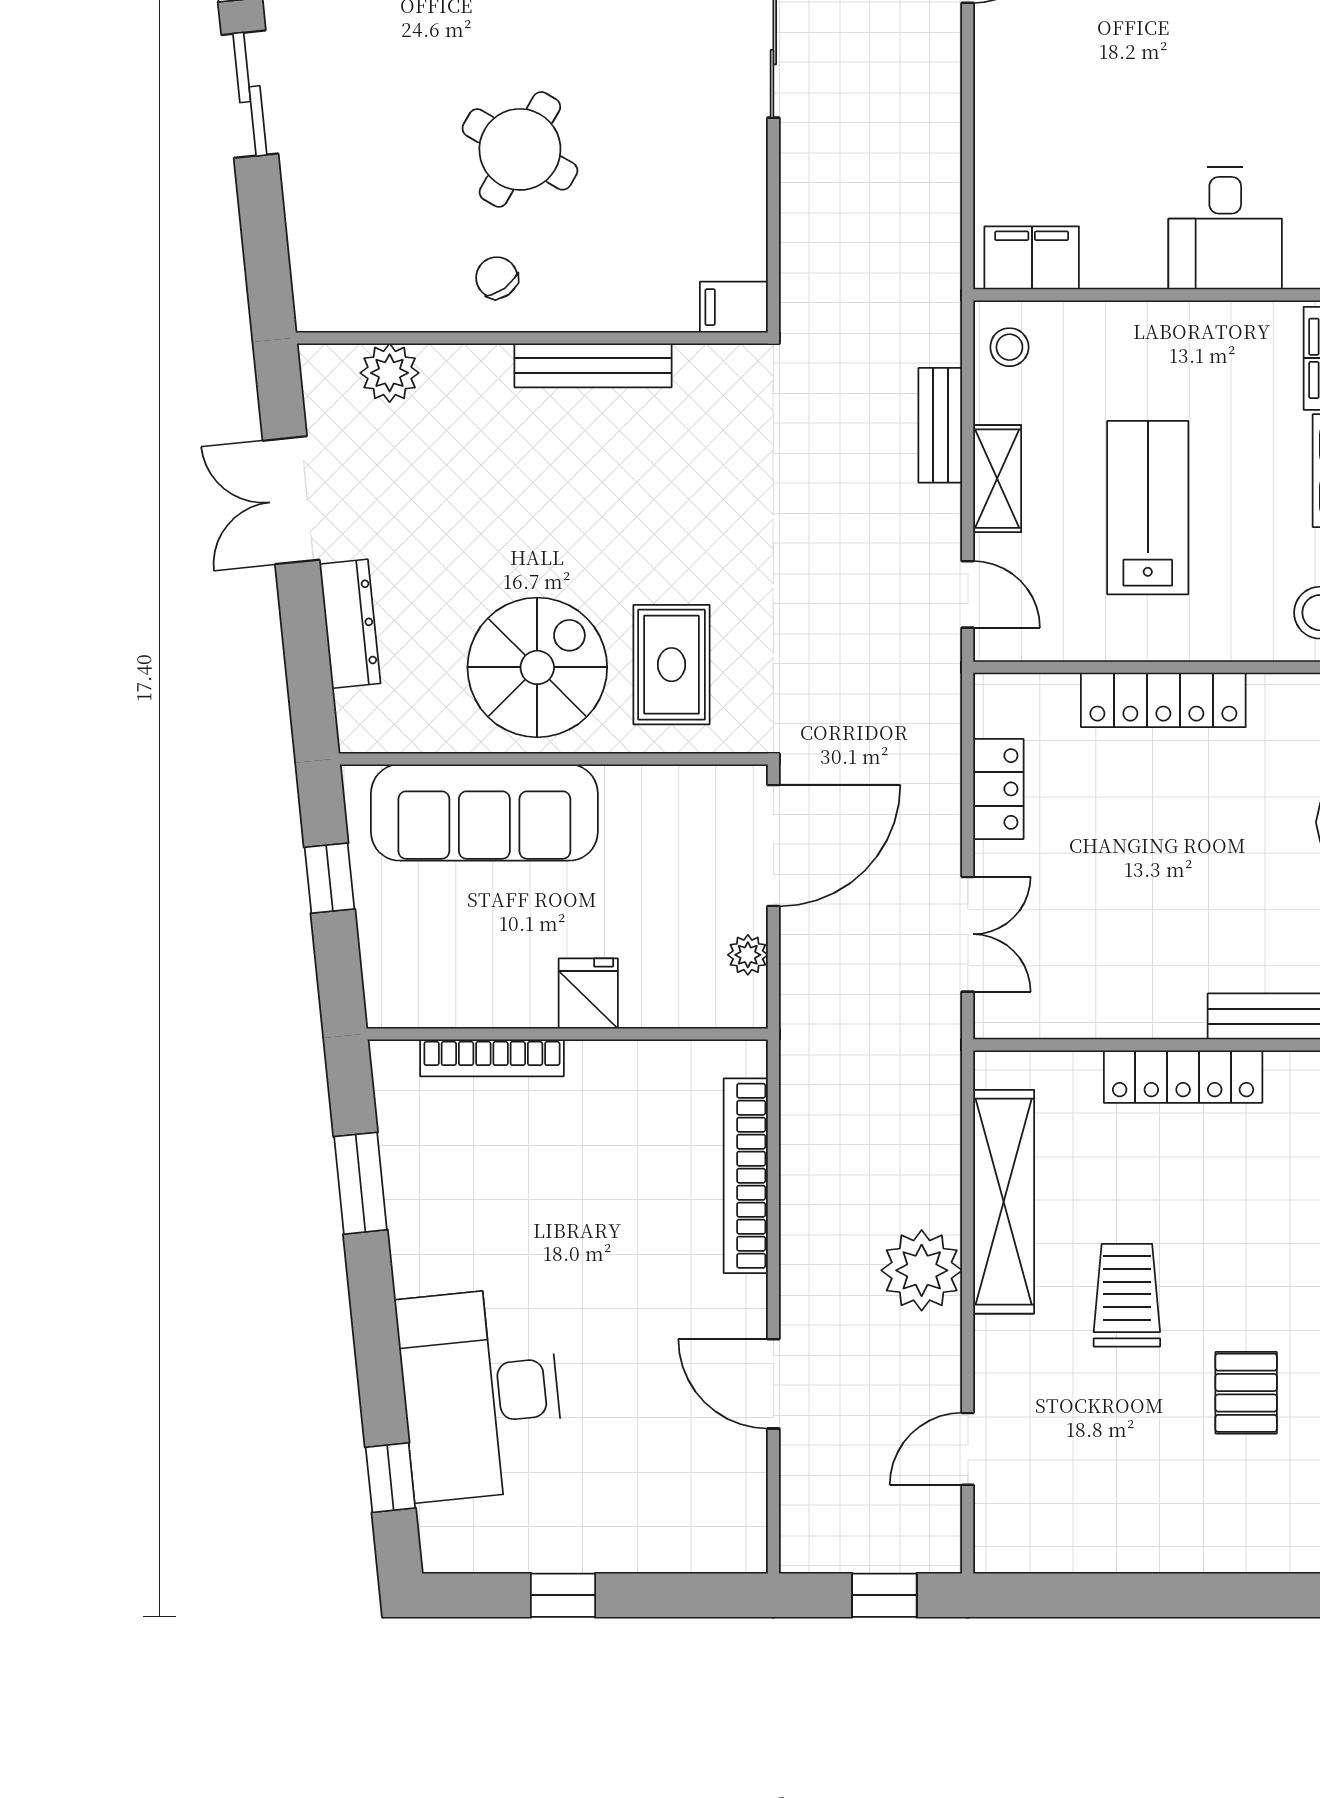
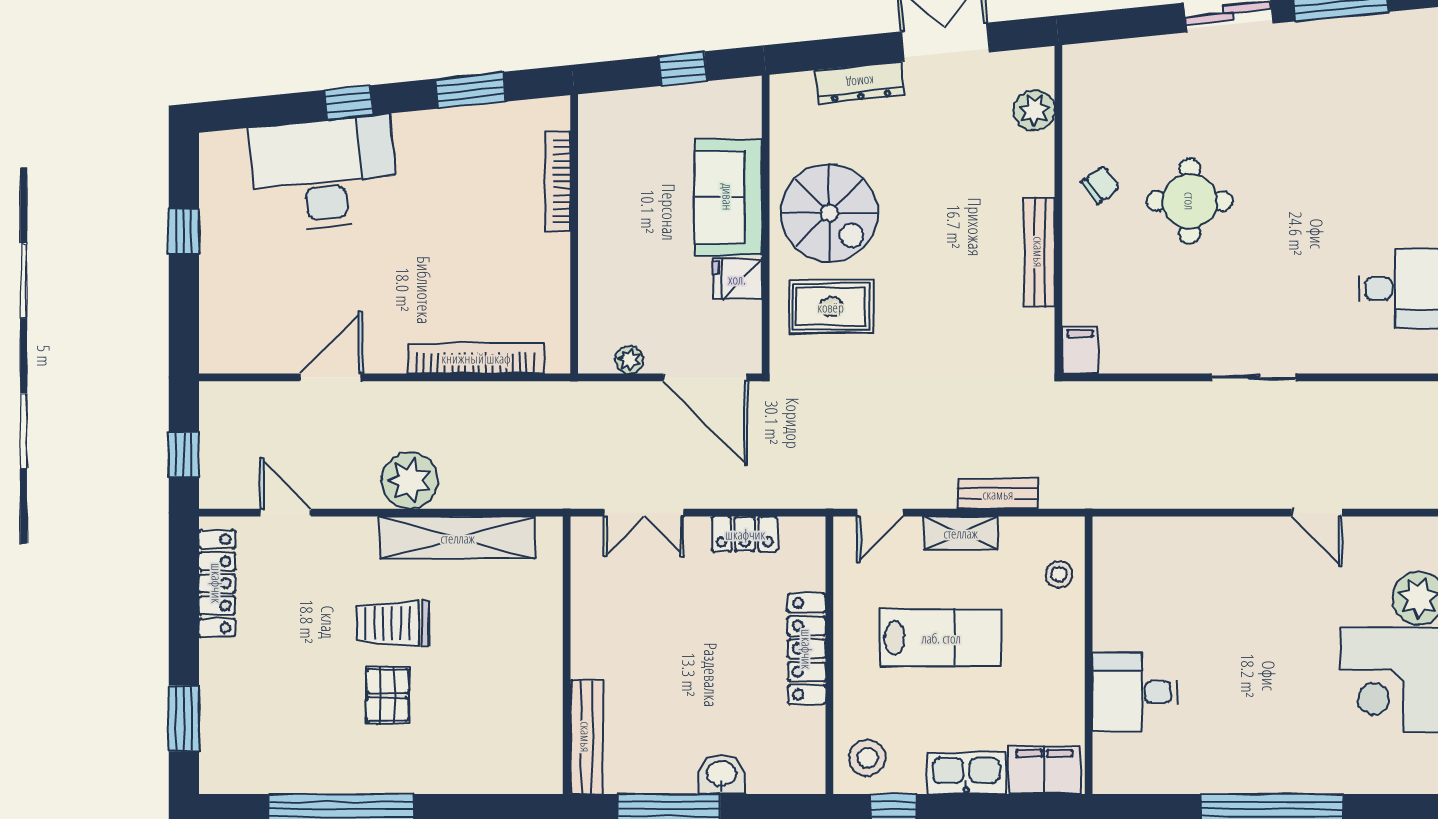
round table: (520, 149) -> (1190, 201), turned -30
filing cabinet: (1032, 258) -> (1114, 557), removed
stool: (1009, 347) -> (1059, 574), moved
sofa: (484, 813) -> (728, 197), width x0.73
fridge: (588, 993) -> (737, 279), moved, turned 180
locker: (1183, 1077) -> (217, 583), moved, turned 180
trolley: (1127, 1295) -> (393, 623), turned 180
pallet: (1246, 1393) -> (387, 695), moved, turned 90
window: (390, 1478) -> (349, 103), moved
window: (1263, 1595) -> (184, 718), added

